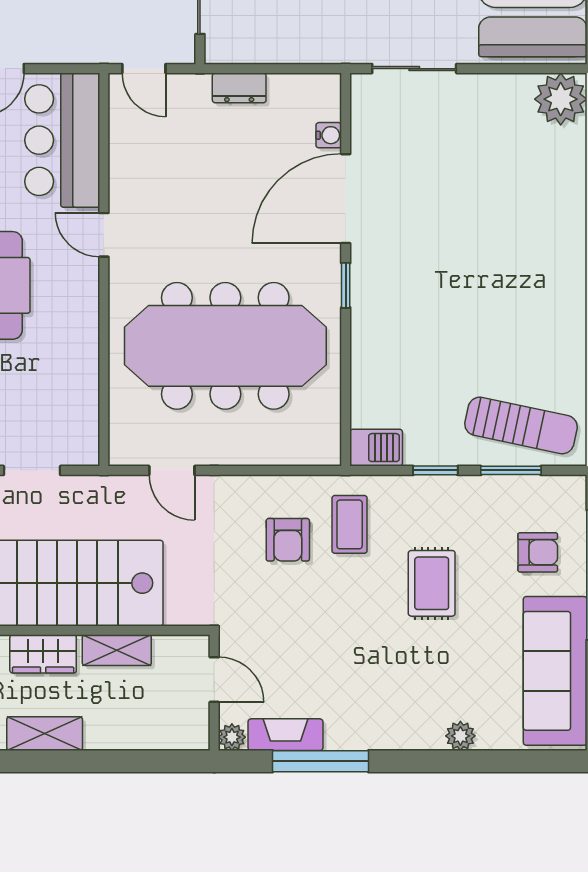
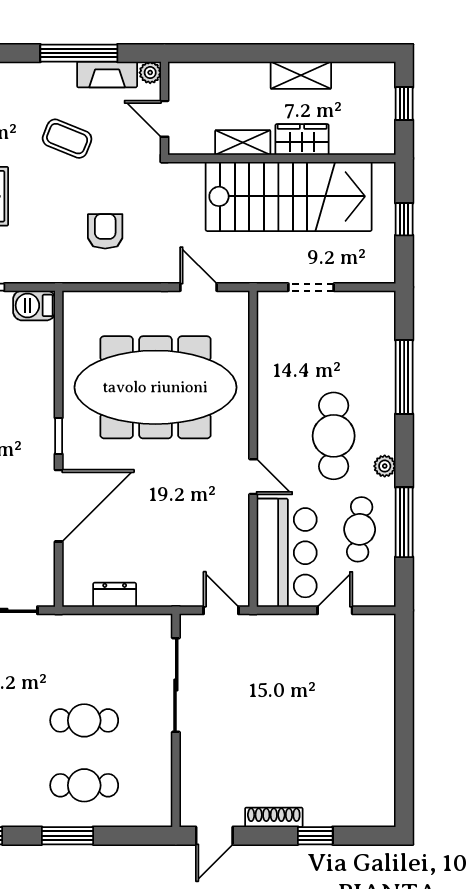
dresser: (239, 88) -> (115, 595), moved
water cooler: (329, 135) -> (72, 557), removed
coffee table: (350, 524) -> (67, 139), moved, turned -68

